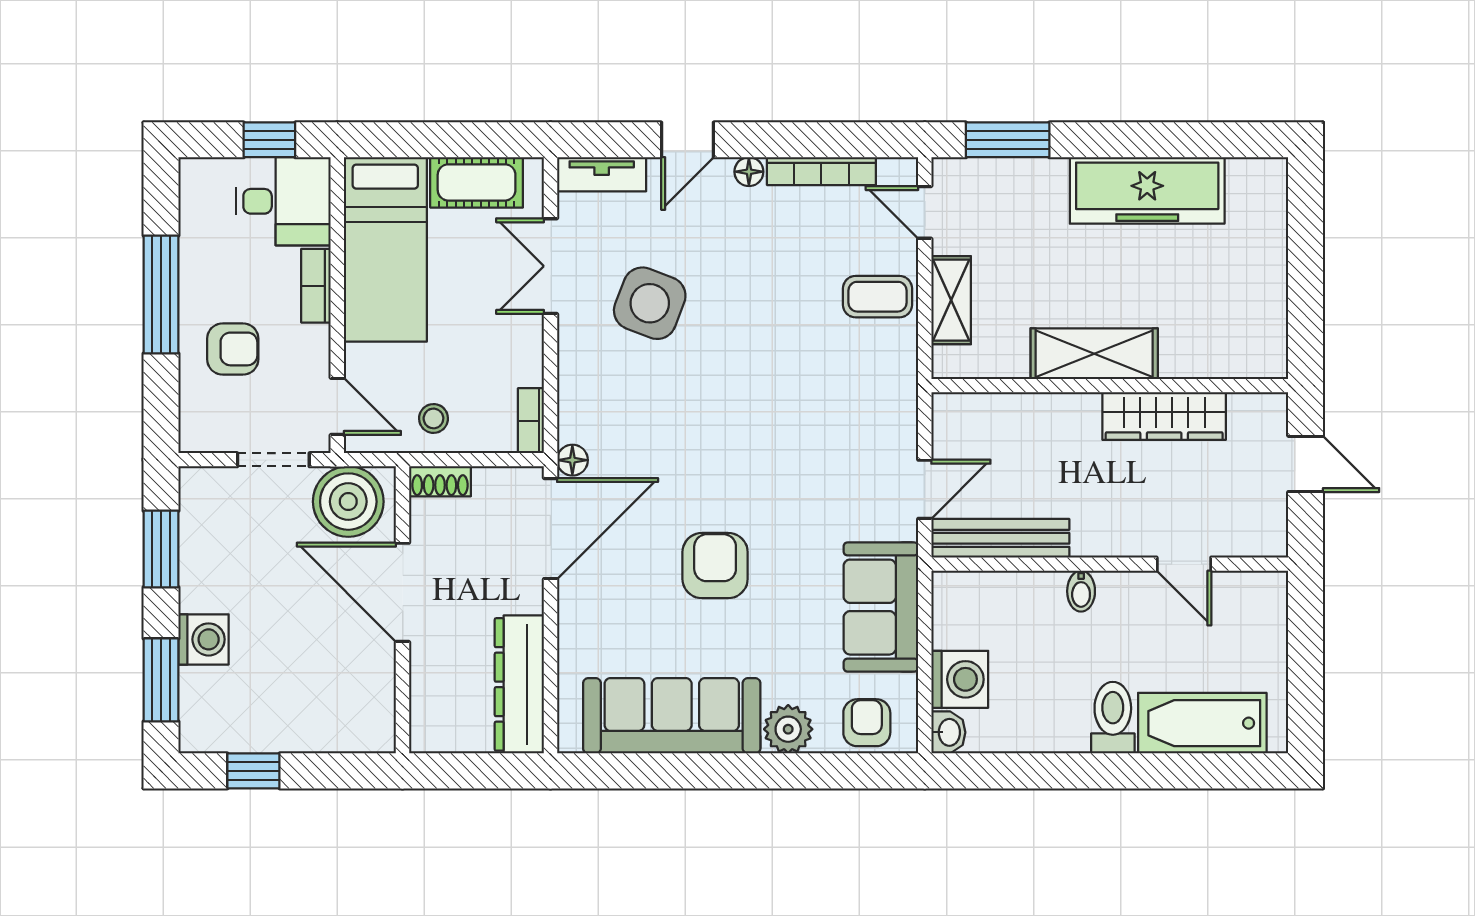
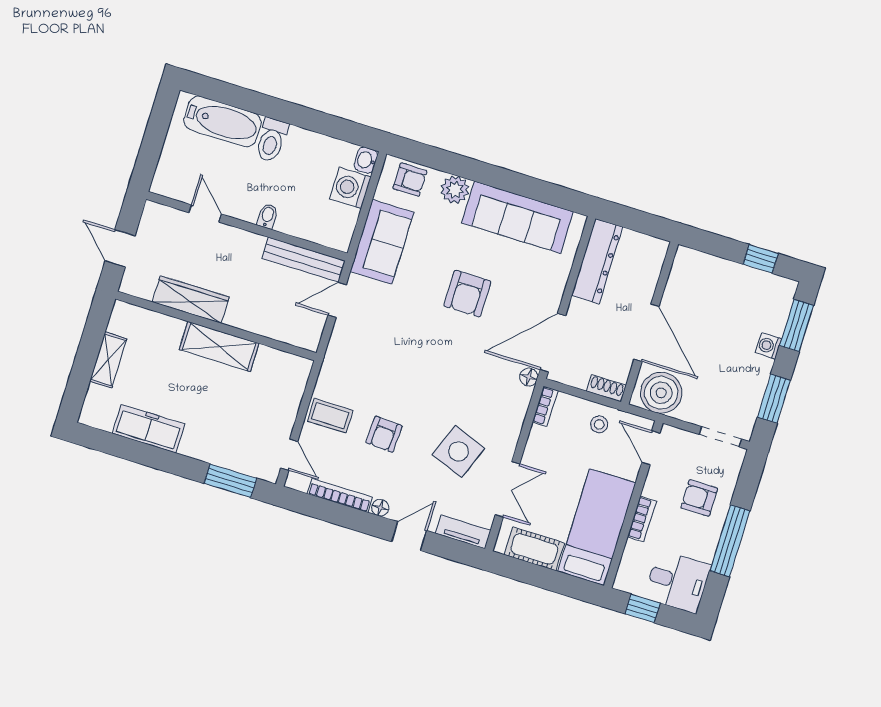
freezer: (1147, 190) -> (149, 429), width x0.73, depth x0.79
desk: (283, 201) -> (678, 582), moved, turned 180
armchair: (780, 294) -> (384, 434), added
shelving: (951, 300) -> (108, 360), moved
doorway: (273, 460) -> (720, 437), moved
washing machine: (204, 639) -> (768, 346), width x0.73, depth x0.73
armchair: (867, 723) -> (410, 180), turned -90

